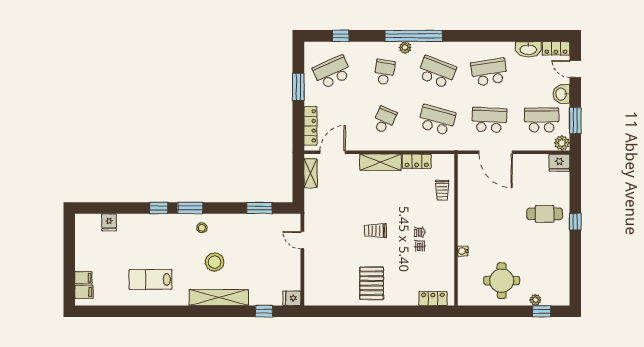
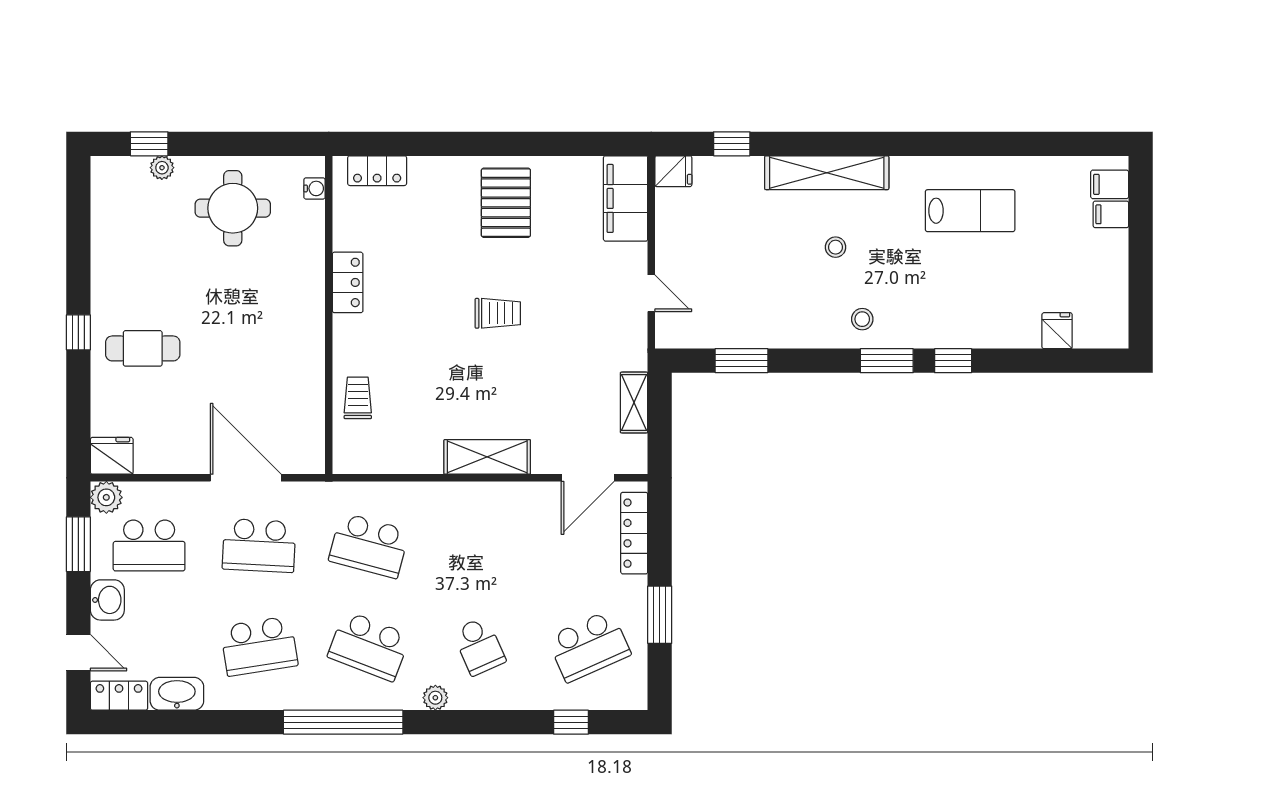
window: (414, 36) -> (343, 722), moved
school desk: (384, 72) -> (479, 646), turned -33
school desk: (384, 120) -> (479, 545), removed
locker: (417, 161) -> (348, 282), moved, turned 90
shelving: (311, 173) -> (634, 403), moved
water cooler: (463, 251) -> (314, 188), moved
stool: (215, 262) -> (836, 247), width x0.53, depth x0.53
filing cabinet: (315, 285) -> (626, 198), added

